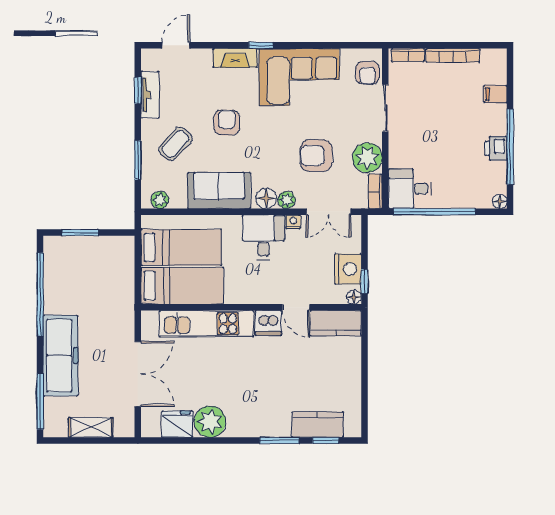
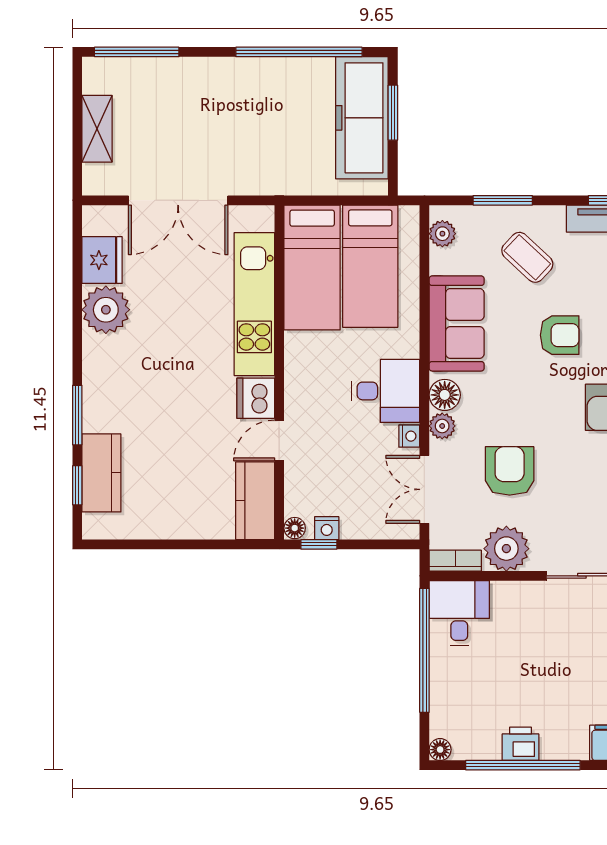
nightstand: (348, 269) -> (327, 528), width x0.53, depth x0.56
freezer: (61, 356) -> (362, 118), moved, turned 90

